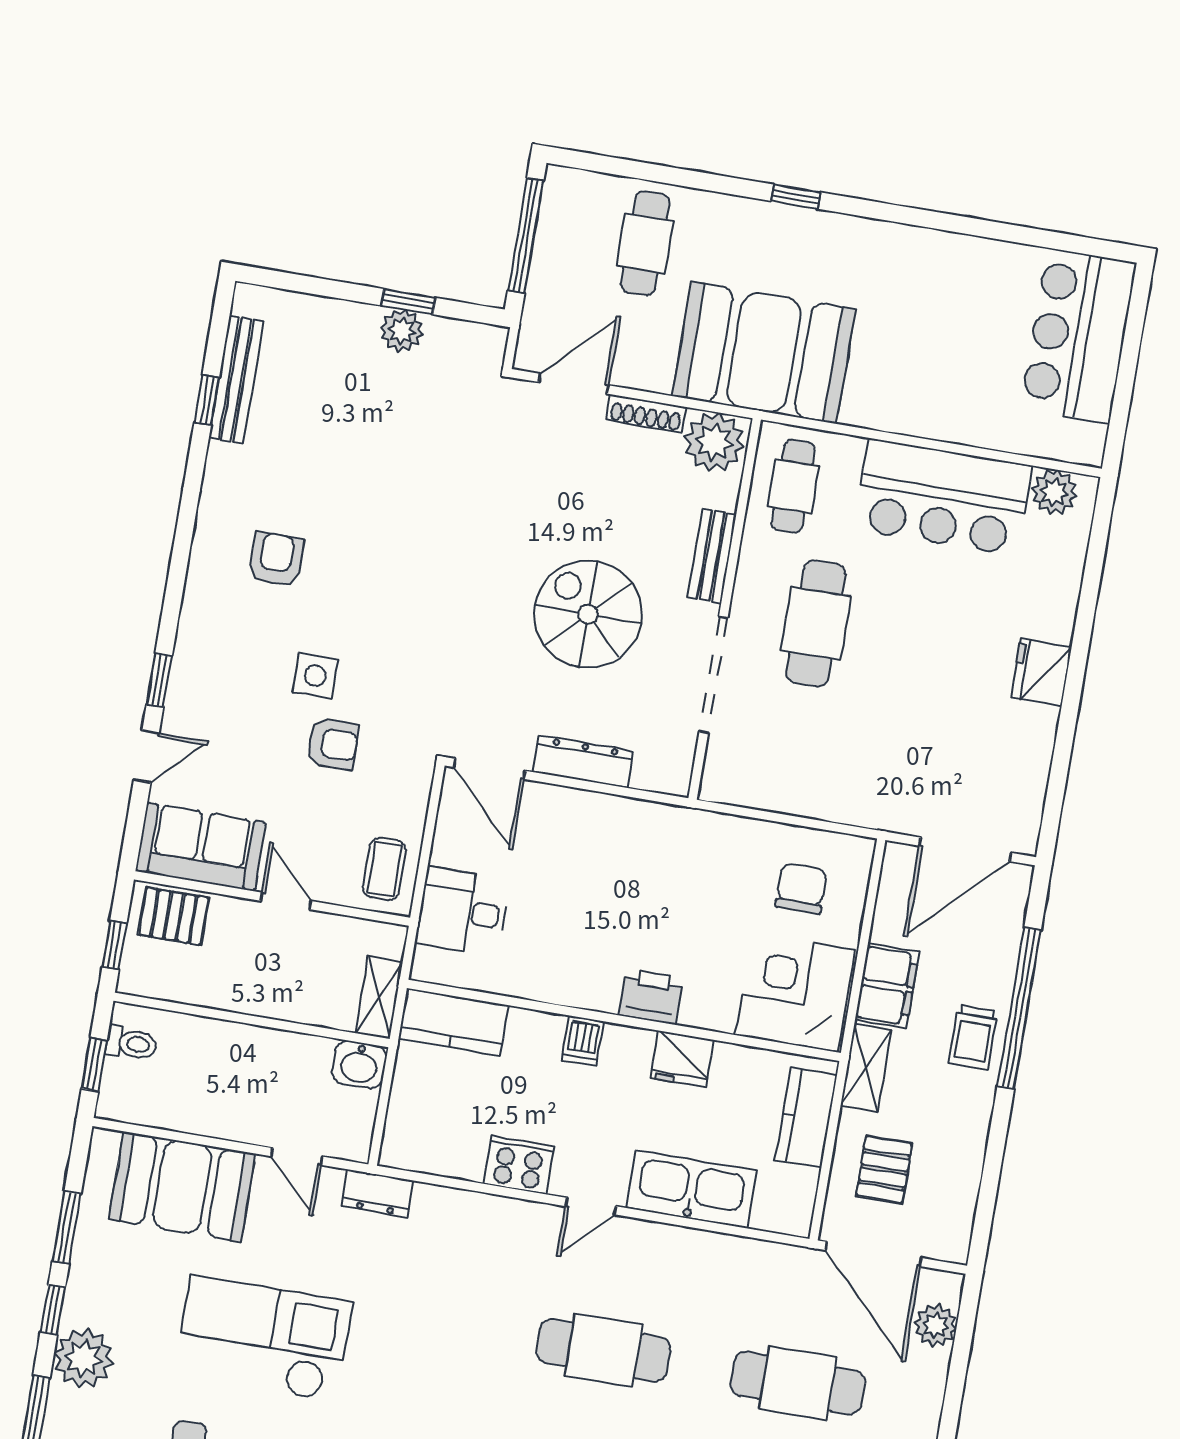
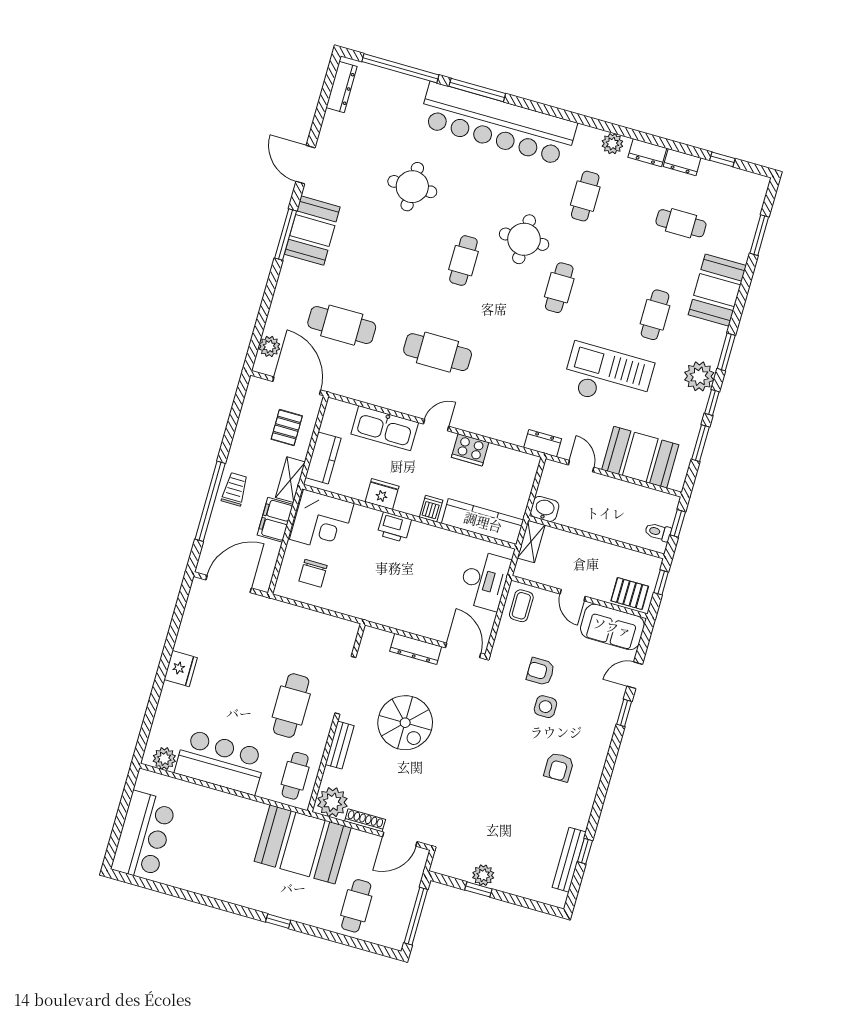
desk: (463, 911) -> (484, 580), width x1.37
kitchen counter: (453, 1022) -> (483, 522), width x1.50
checkout: (263, 1339) -> (608, 376), turned 180

